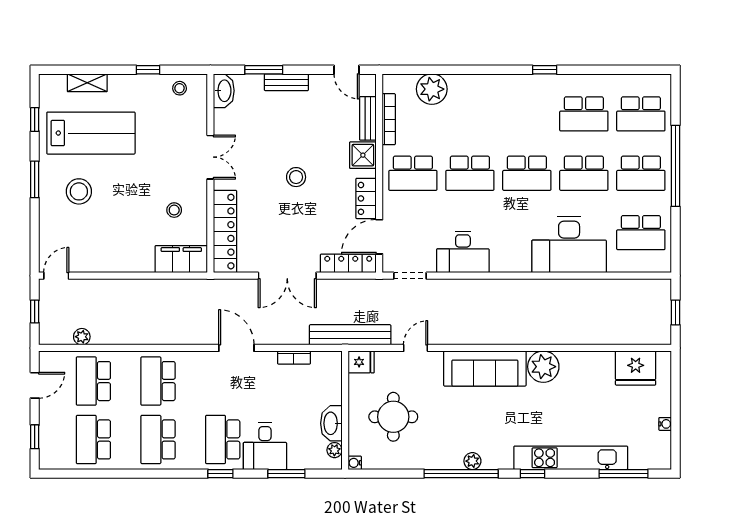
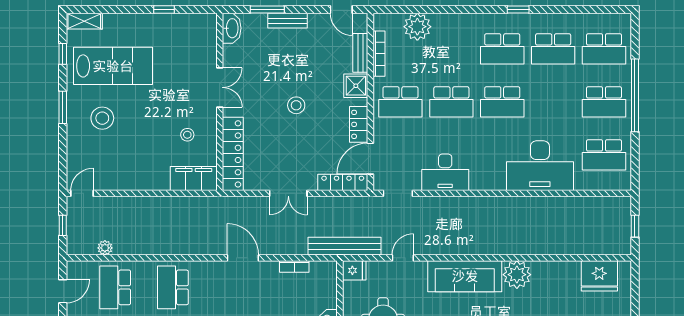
shelving: (87, 83) -> (84, 21), moved
stool: (180, 88) -> (192, 26), removed
school desk: (584, 173) -> (502, 49), moved
double door: (287, 276) -> (288, 193), width x0.73

